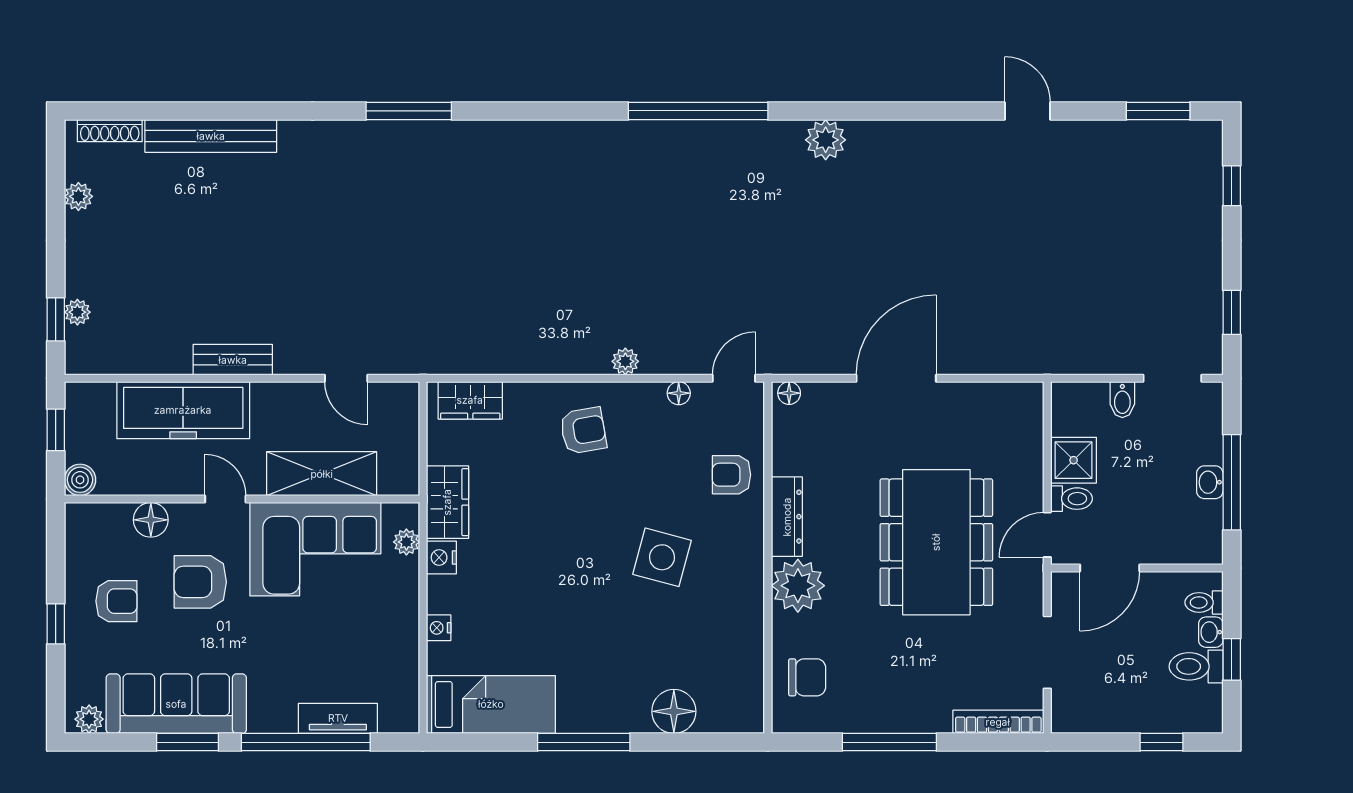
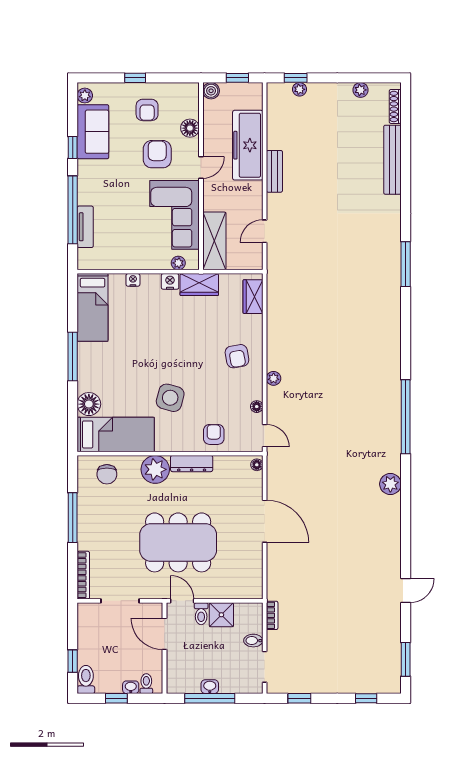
bookcase: (1075, 364) -> (272, 615), added
shelving: (322, 474) -> (214, 241), moved
bed: (732, 661) -> (116, 434), added
toilet: (1196, 666) -> (86, 679), moved
sofa: (176, 704) -> (93, 132), width x0.73
window: (187, 742) -> (73, 147), width x0.67

